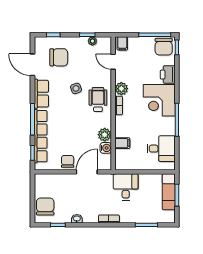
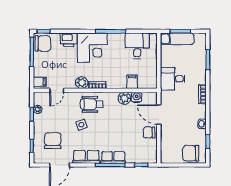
row of seats: (41, 136) -> (113, 157), width x0.50

